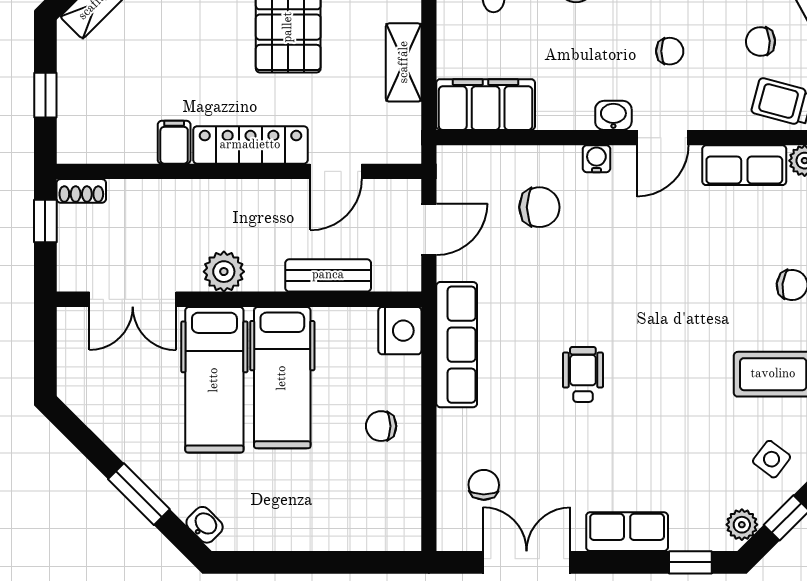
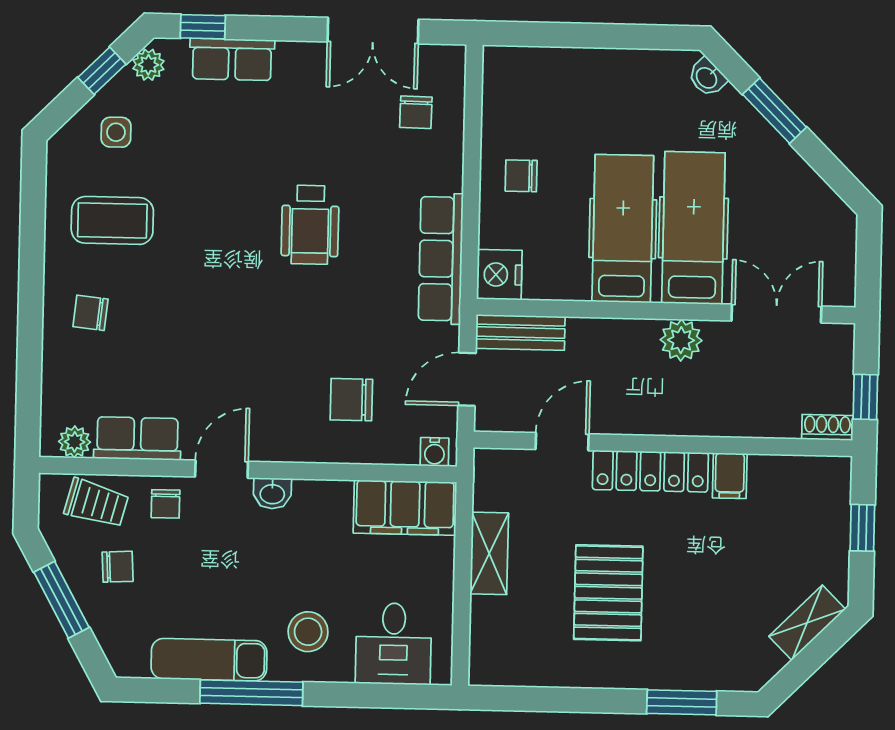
chair: (670, 51) -> (166, 504), moved, turned -90
water cooler: (596, 159) -> (435, 452), moved
bench: (328, 275) -> (520, 332), moved
wheelchair: (583, 374) -> (310, 225), width x1.36, depth x1.37
chair: (381, 426) -> (521, 176), turned 180
side table: (772, 459) -> (116, 132), turned -37
row of seats: (627, 532) -> (232, 59), moved

